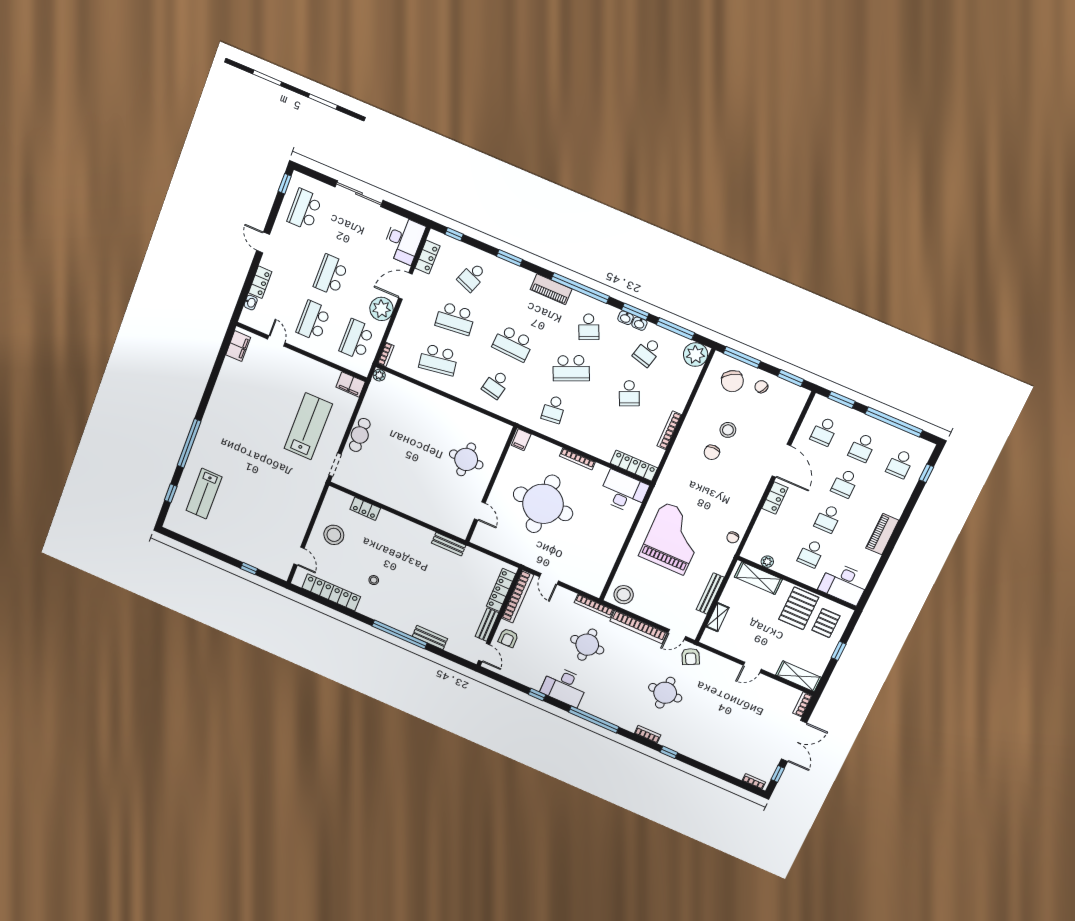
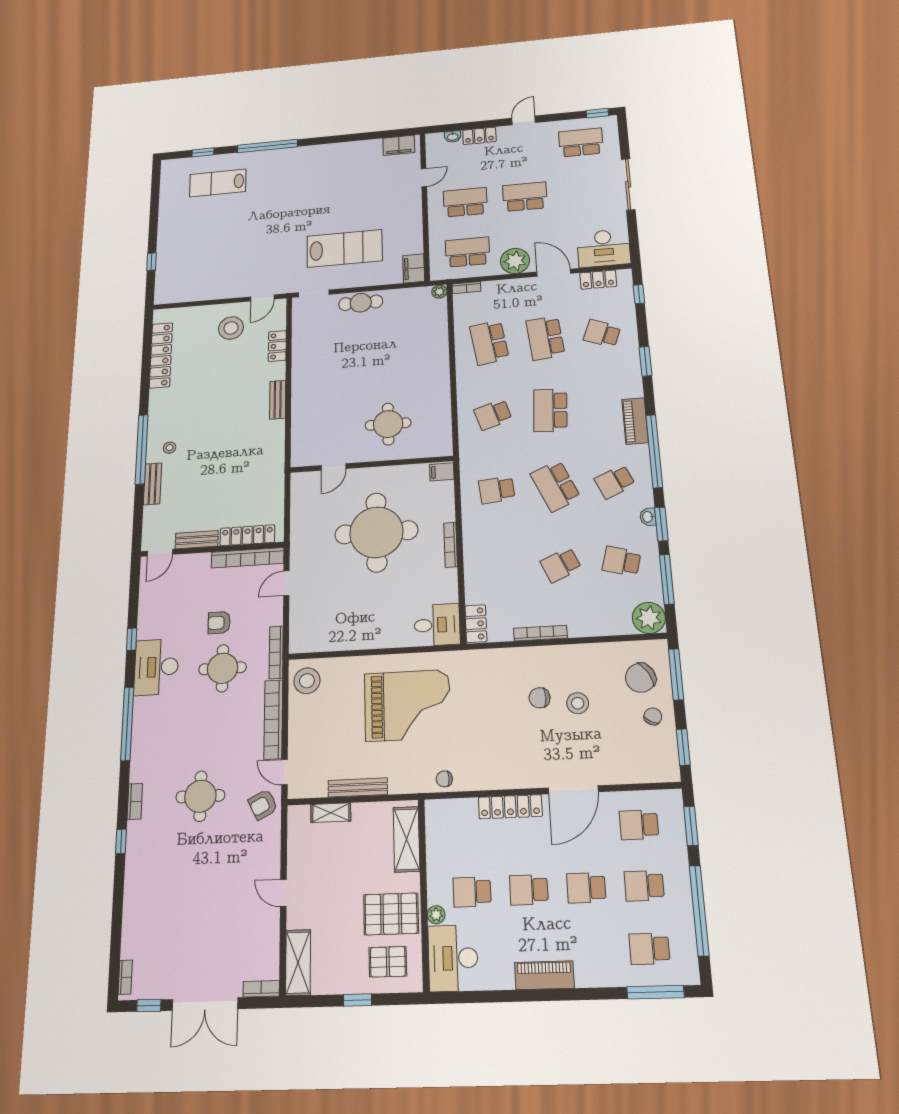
washbasin: (639, 324) -> (650, 536), removed
school desk: (496, 384) -> (493, 415), turned -30
locker: (634, 466) -> (476, 624), width x0.66
window: (926, 473) -> (655, 992), width x2.17
desk: (624, 492) -> (437, 625), width x0.73
locker: (775, 498) -> (510, 807), width x1.53
bench: (449, 544) -> (278, 400), moved
door: (299, 556) -> (262, 298), moved
plant: (767, 562) -> (436, 915), moved
stool: (374, 580) -> (170, 448), moved
armchair: (508, 638) -> (219, 623), moved

